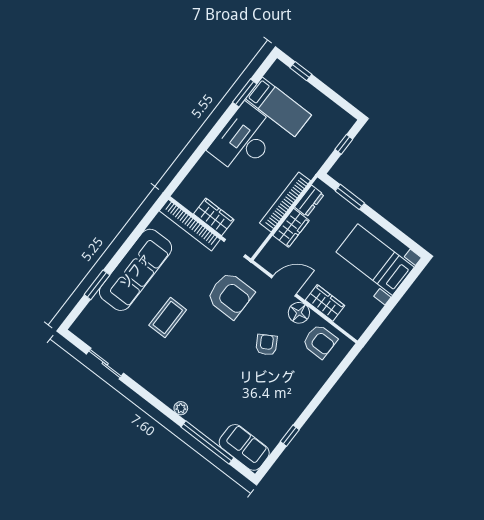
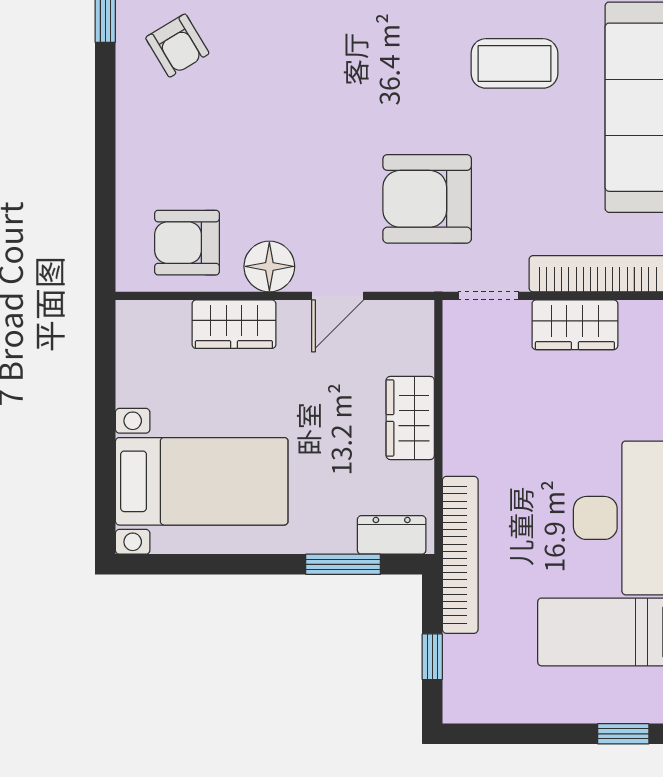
dresser: (309, 201) -> (392, 535), moved, turned 90
bookcase: (285, 202) -> (460, 555), moved
door: (284, 286) -> (338, 296), width x0.73
coffee table: (168, 317) -> (514, 63), turned 90
armchair: (266, 345) -> (177, 46), moved

